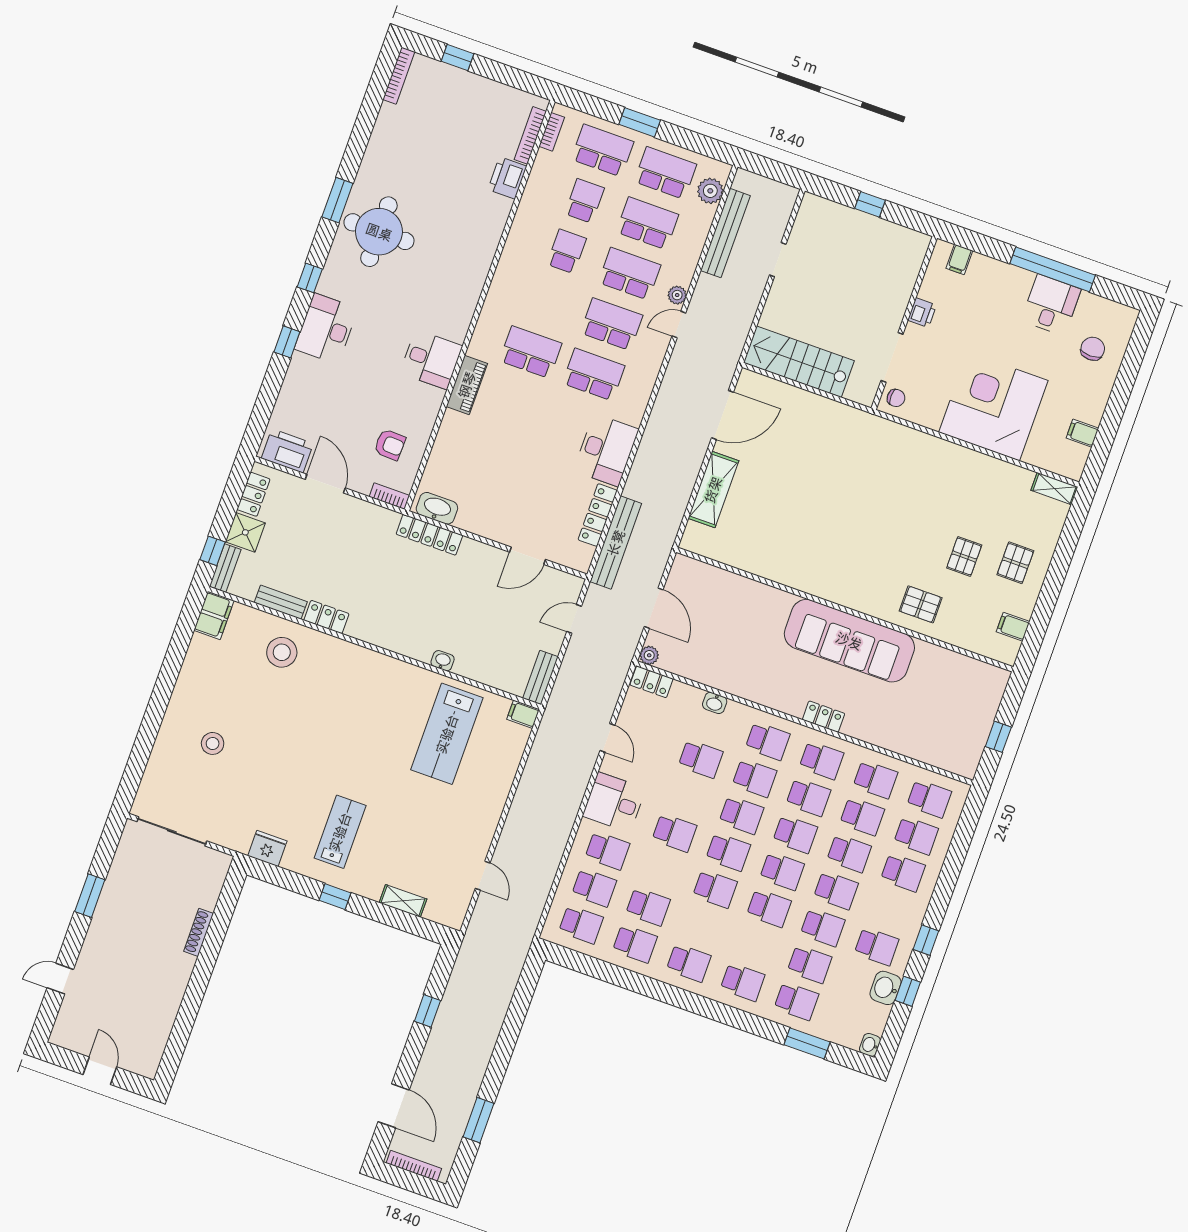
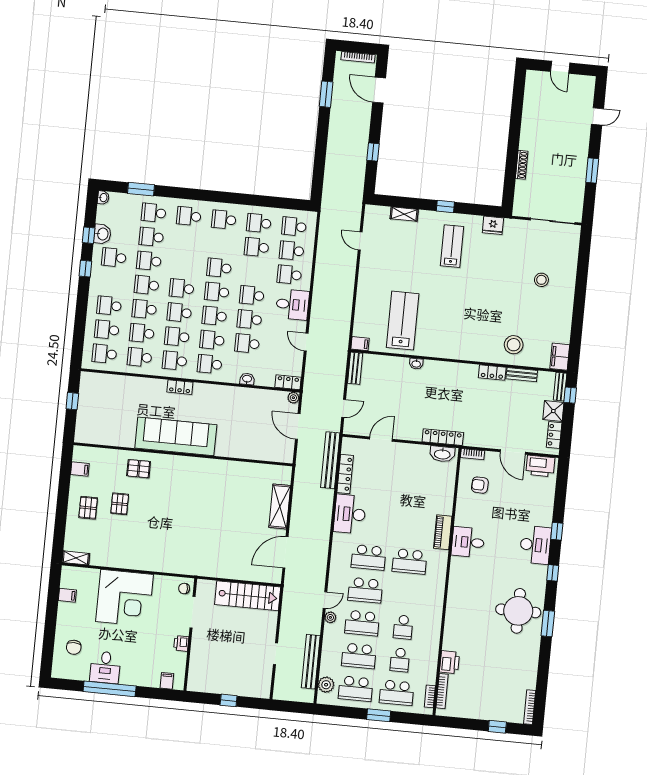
lab bench: (340, 832) -> (452, 246), turned 180
school desk: (769, 908) -> (249, 319), moved

